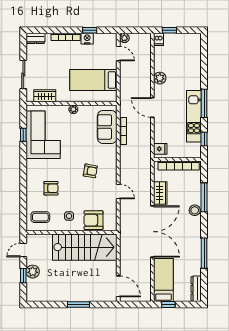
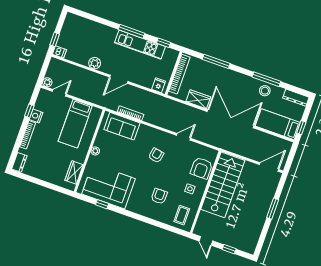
sliding door: (23, 75) -> (48, 185), removed
stool: (195, 210) -> (265, 91), moved
plant: (33, 272) -> (228, 239), removed

